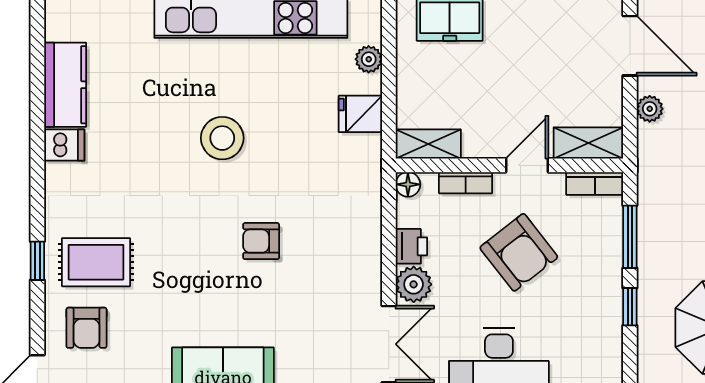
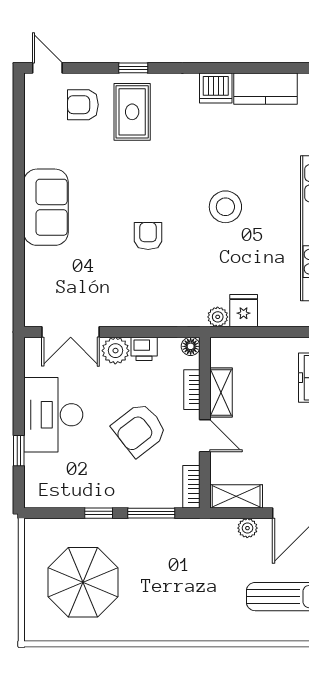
plant: (369, 59) -> (218, 317), moved
shelving: (588, 143) -> (236, 496), moved, turned 90
shelving: (428, 144) -> (221, 393), moved
dishwasher: (64, 145) -> (216, 88), width x1.38

